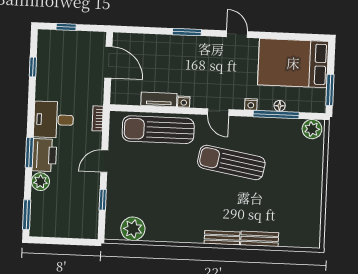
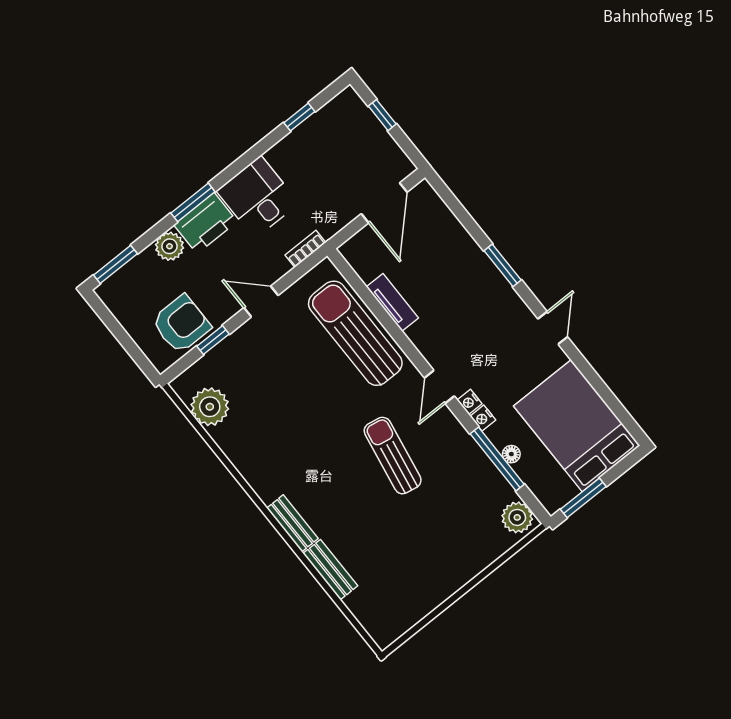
nightstand: (184, 102) -> (469, 402), moved
sun lounger: (231, 162) -> (393, 456), width x0.73, depth x0.75
armchair: (82, 208) -> (181, 324), added

